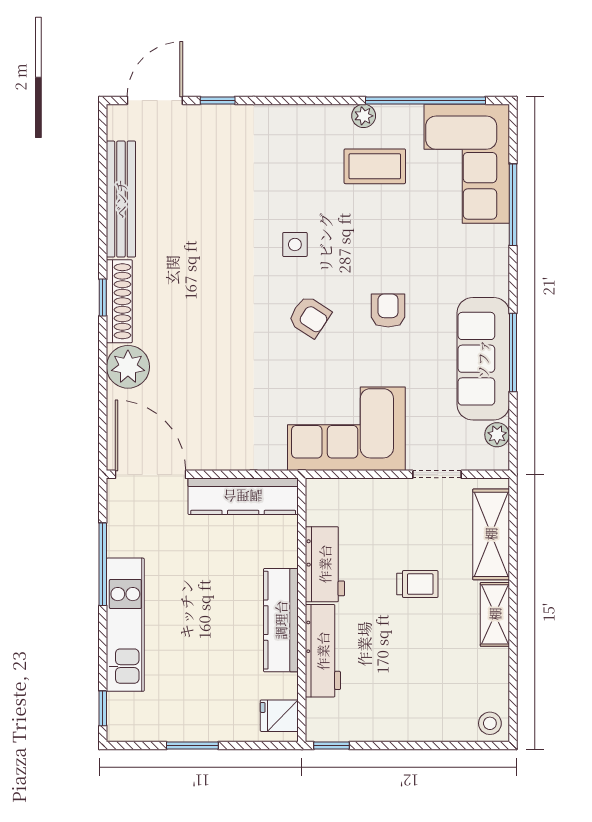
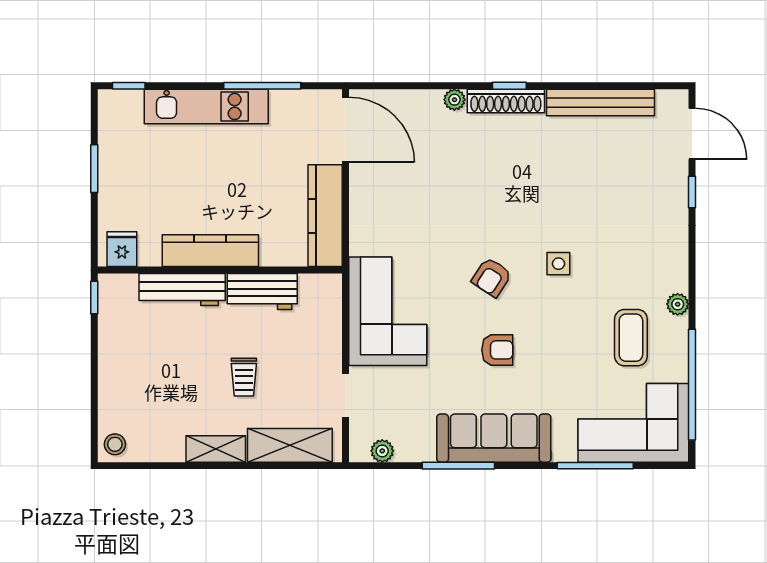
plant: (364, 116) -> (678, 304), moved
sofa: (483, 359) -> (494, 438), moved
plant: (128, 367) -> (454, 100), width x0.53, depth x0.53
door: (150, 474) -> (346, 130), hinge flipped

